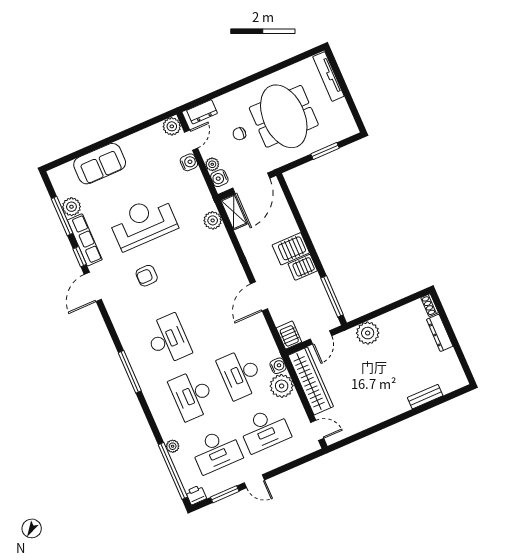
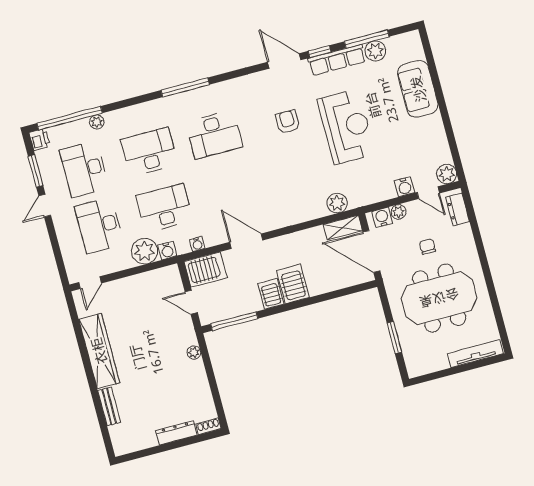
plant: (368, 333) -> (194, 352), width x0.53, depth x0.53
server rack: (289, 335) -> (206, 270), width x1.36, depth x1.44
water cooler: (268, 340) -> (197, 244), added
wardrobe: (311, 381) -> (99, 351), moved, turned -90

